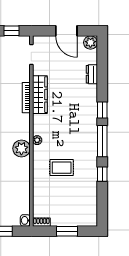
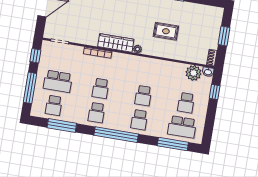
wardrobe: (40, 95) -> (116, 43), moved
plant: (21, 148) -> (194, 73), moved
rug: (62, 168) -> (166, 31), turned 90

